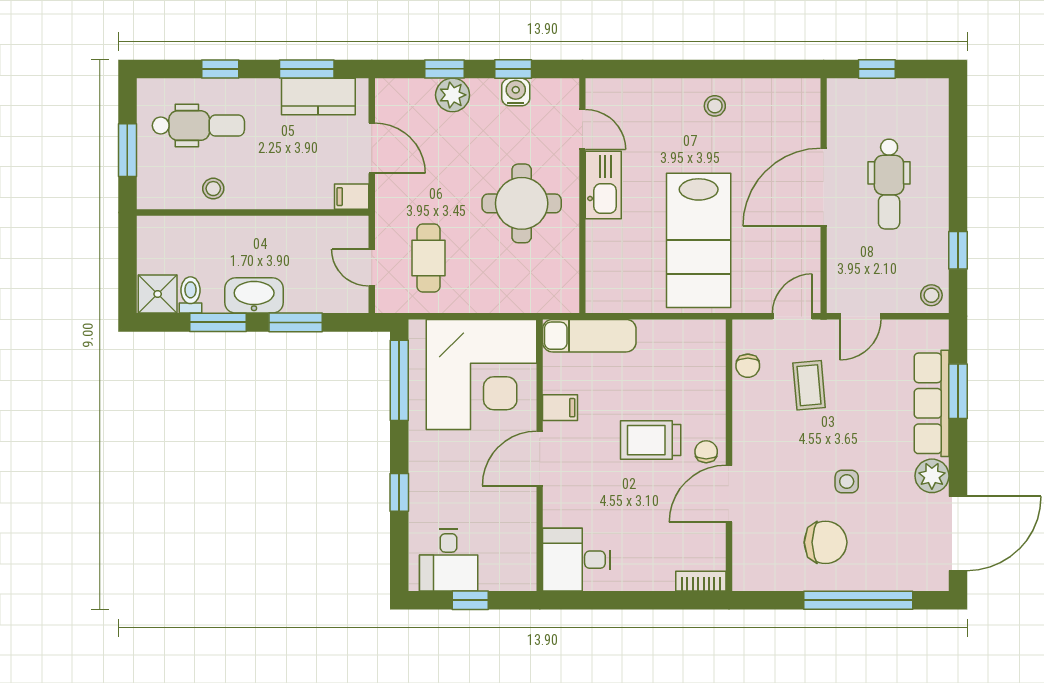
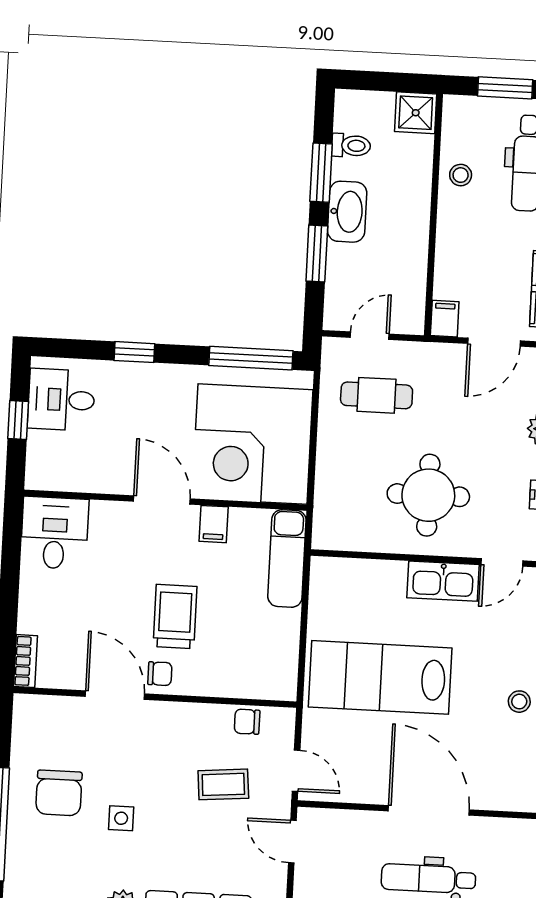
shower: (158, 294) -> (416, 113), moved

